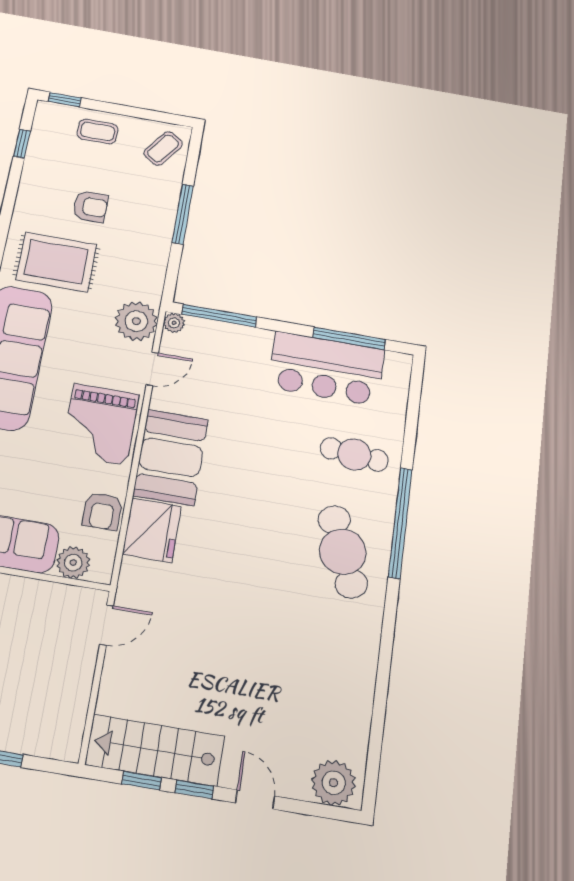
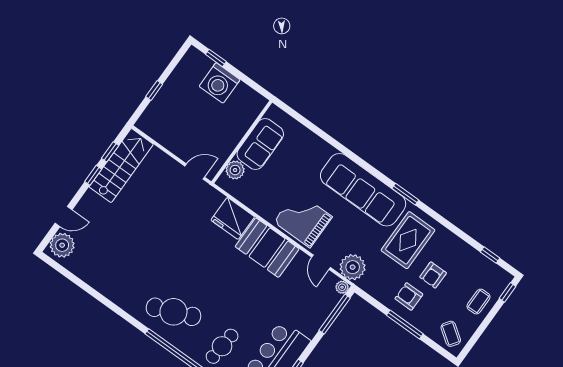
armchair: (102, 511) -> (409, 296), moved
door: (107, 625) -> (195, 172), swing flipped
door: (255, 799) -> (64, 216), moved

